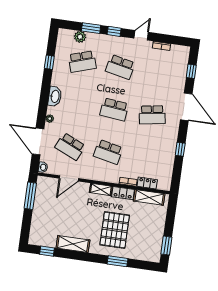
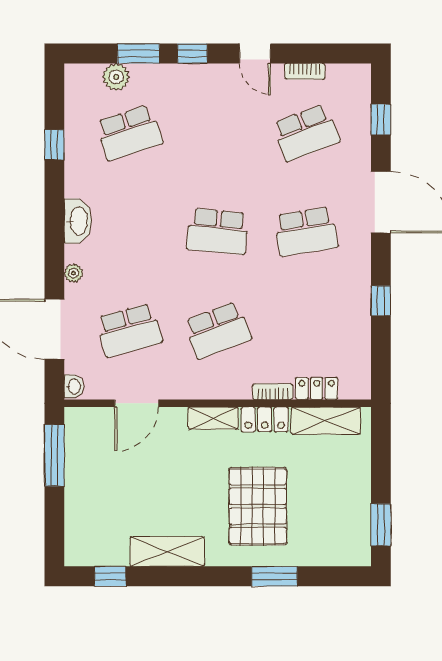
door: (141, 35) -> (255, 54), swing flipped
school desk: (120, 67) -> (306, 133), moved, turned -33
school desk: (70, 146) -> (129, 330), turned -39
school desk: (108, 152) -> (218, 330), turned -33

